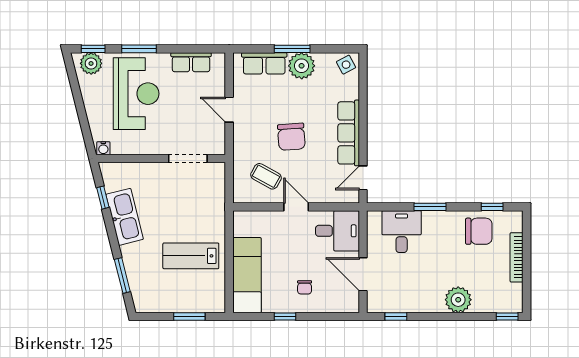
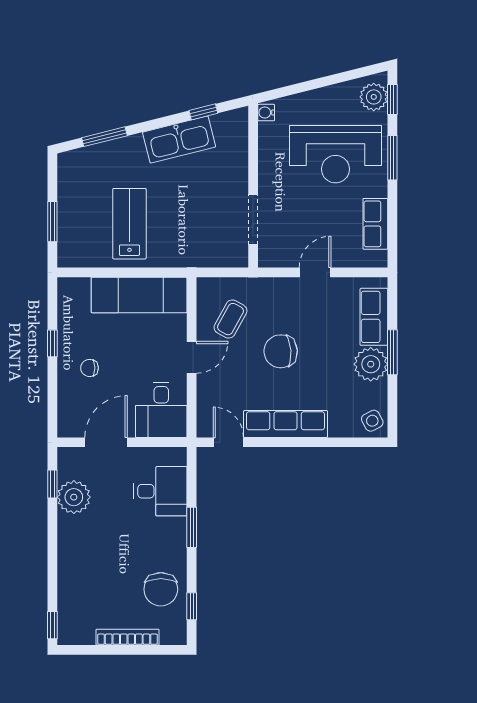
exam couch: (247, 275) -> (139, 295), moved
plant: (458, 300) -> (74, 497), moved

